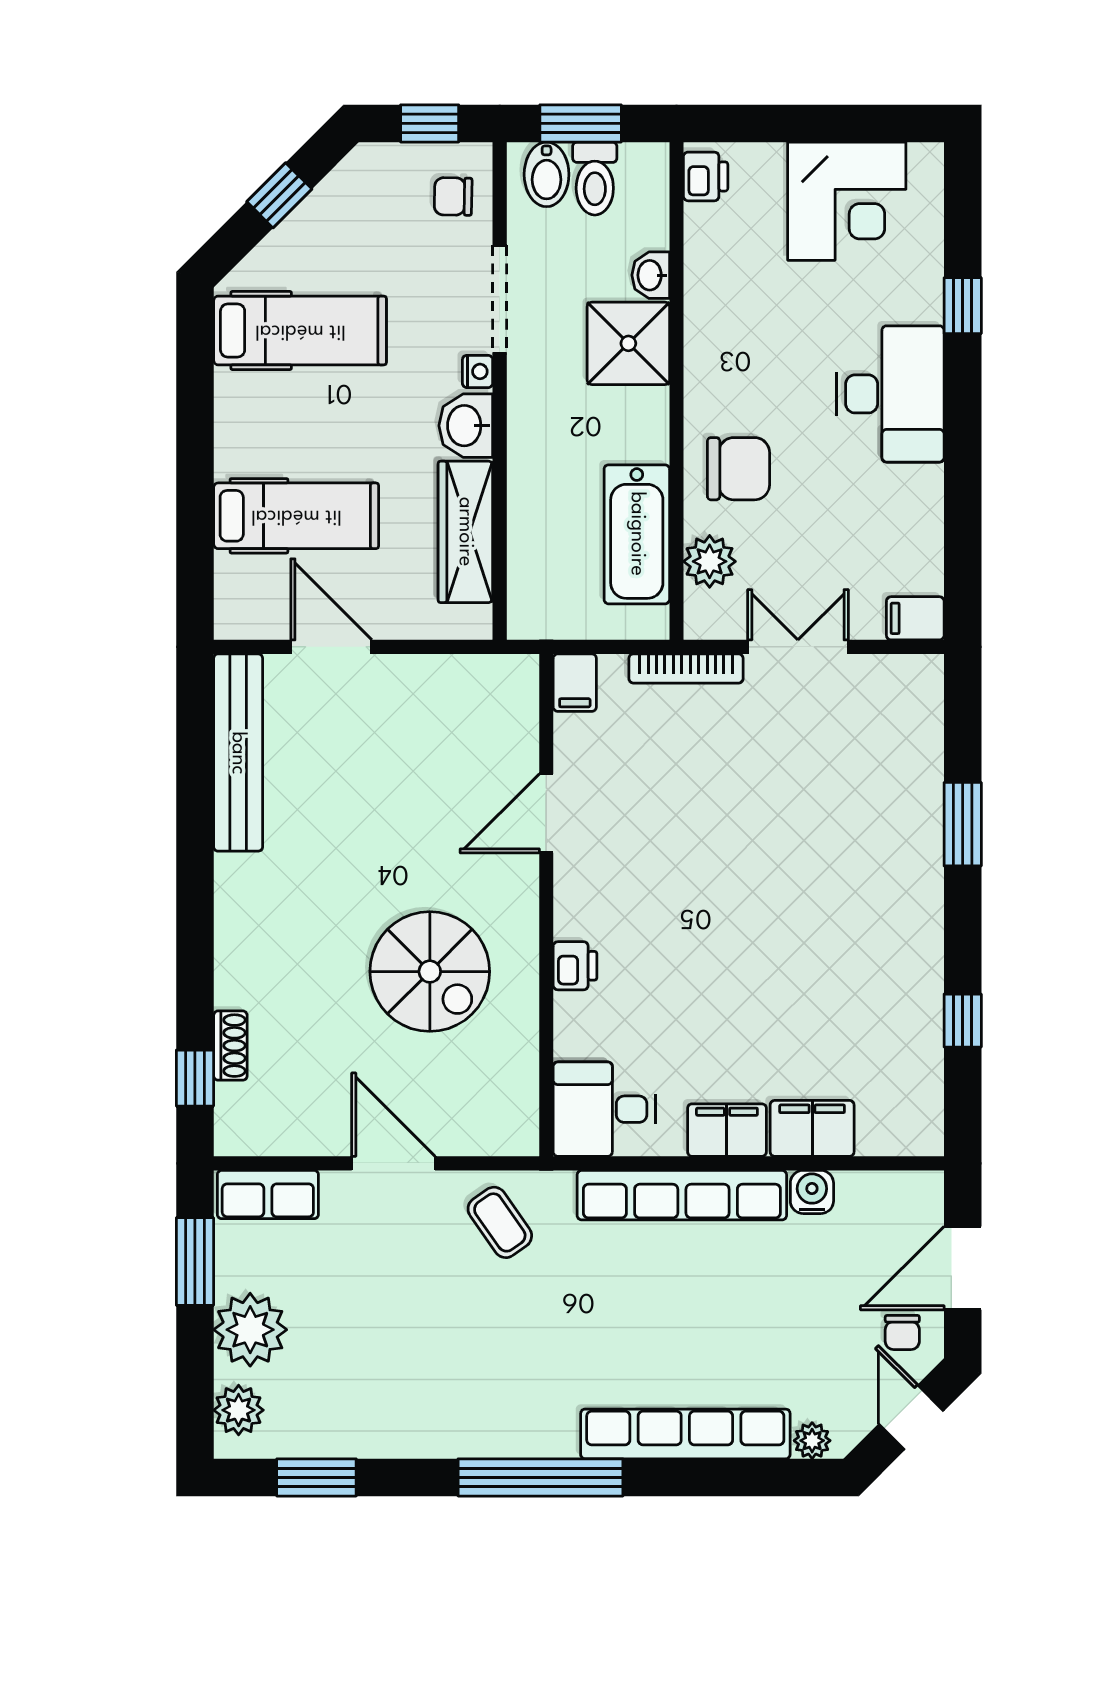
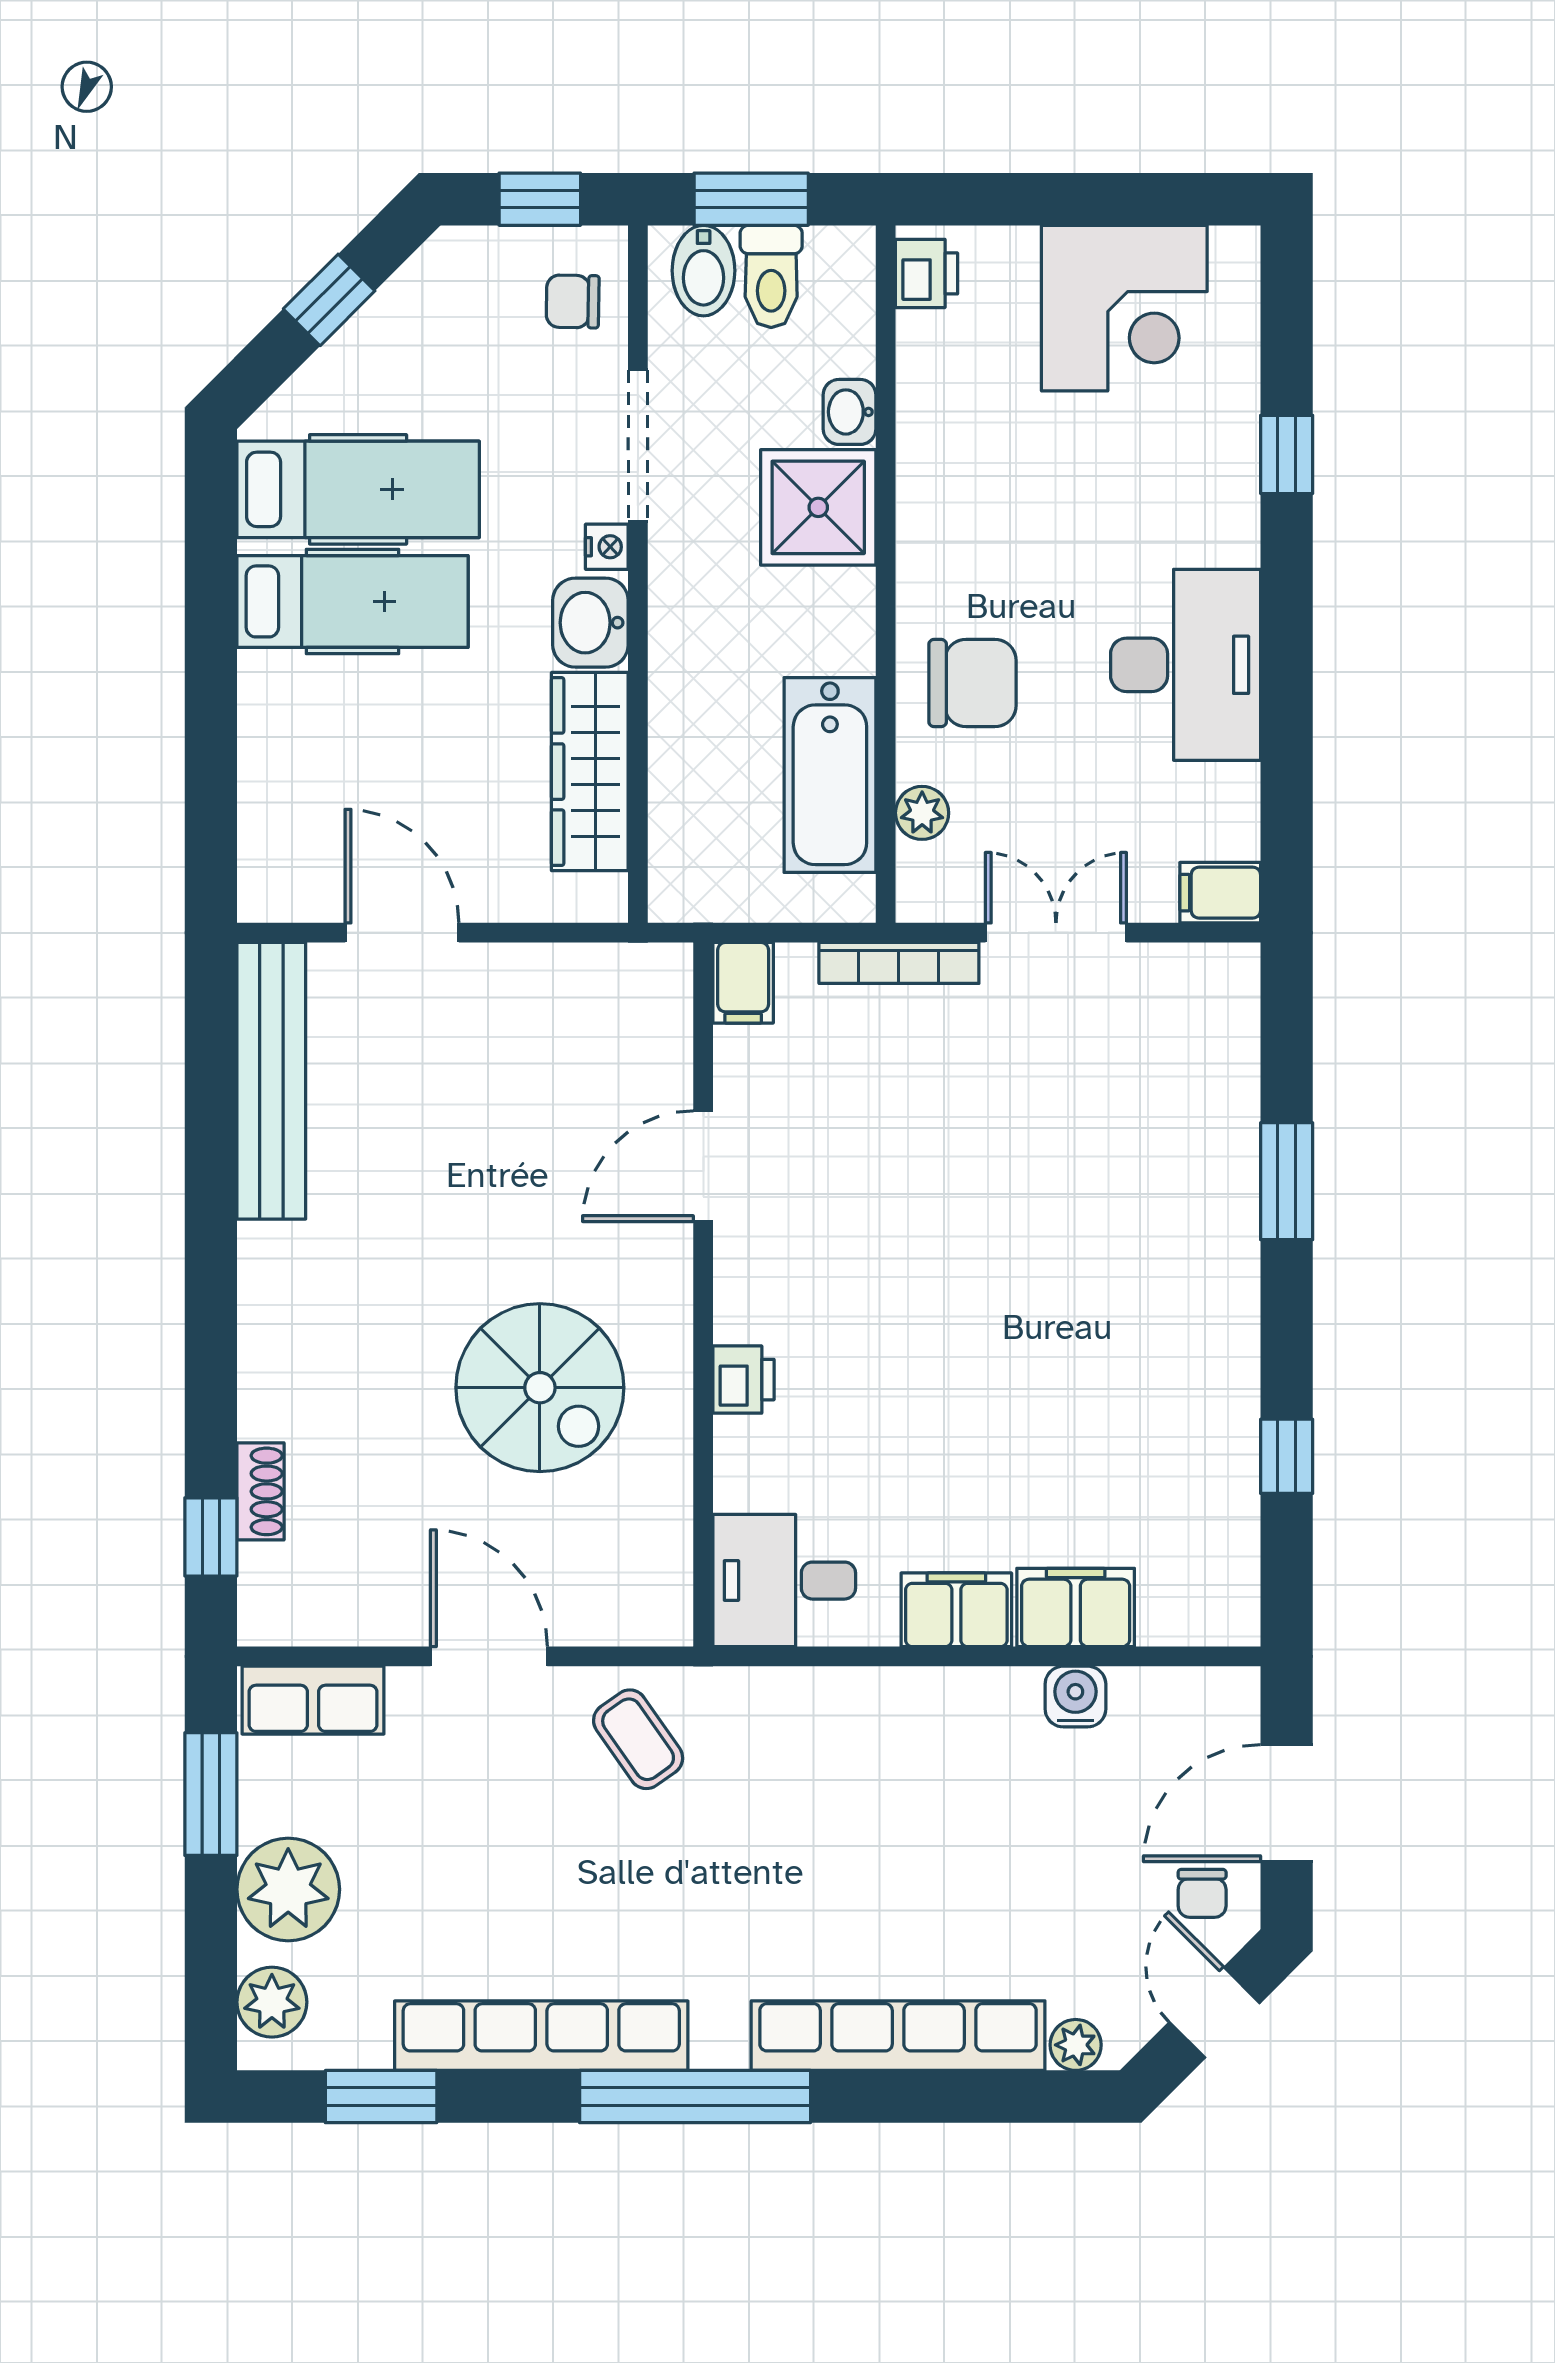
desk: (891, 394) -> (1186, 665), moved
hospital bed: (296, 516) -> (353, 601), moved
plant: (710, 561) -> (922, 813), width x0.73, depth x0.73
row of seats: (682, 1195) -> (541, 2036), moved, turned 180

